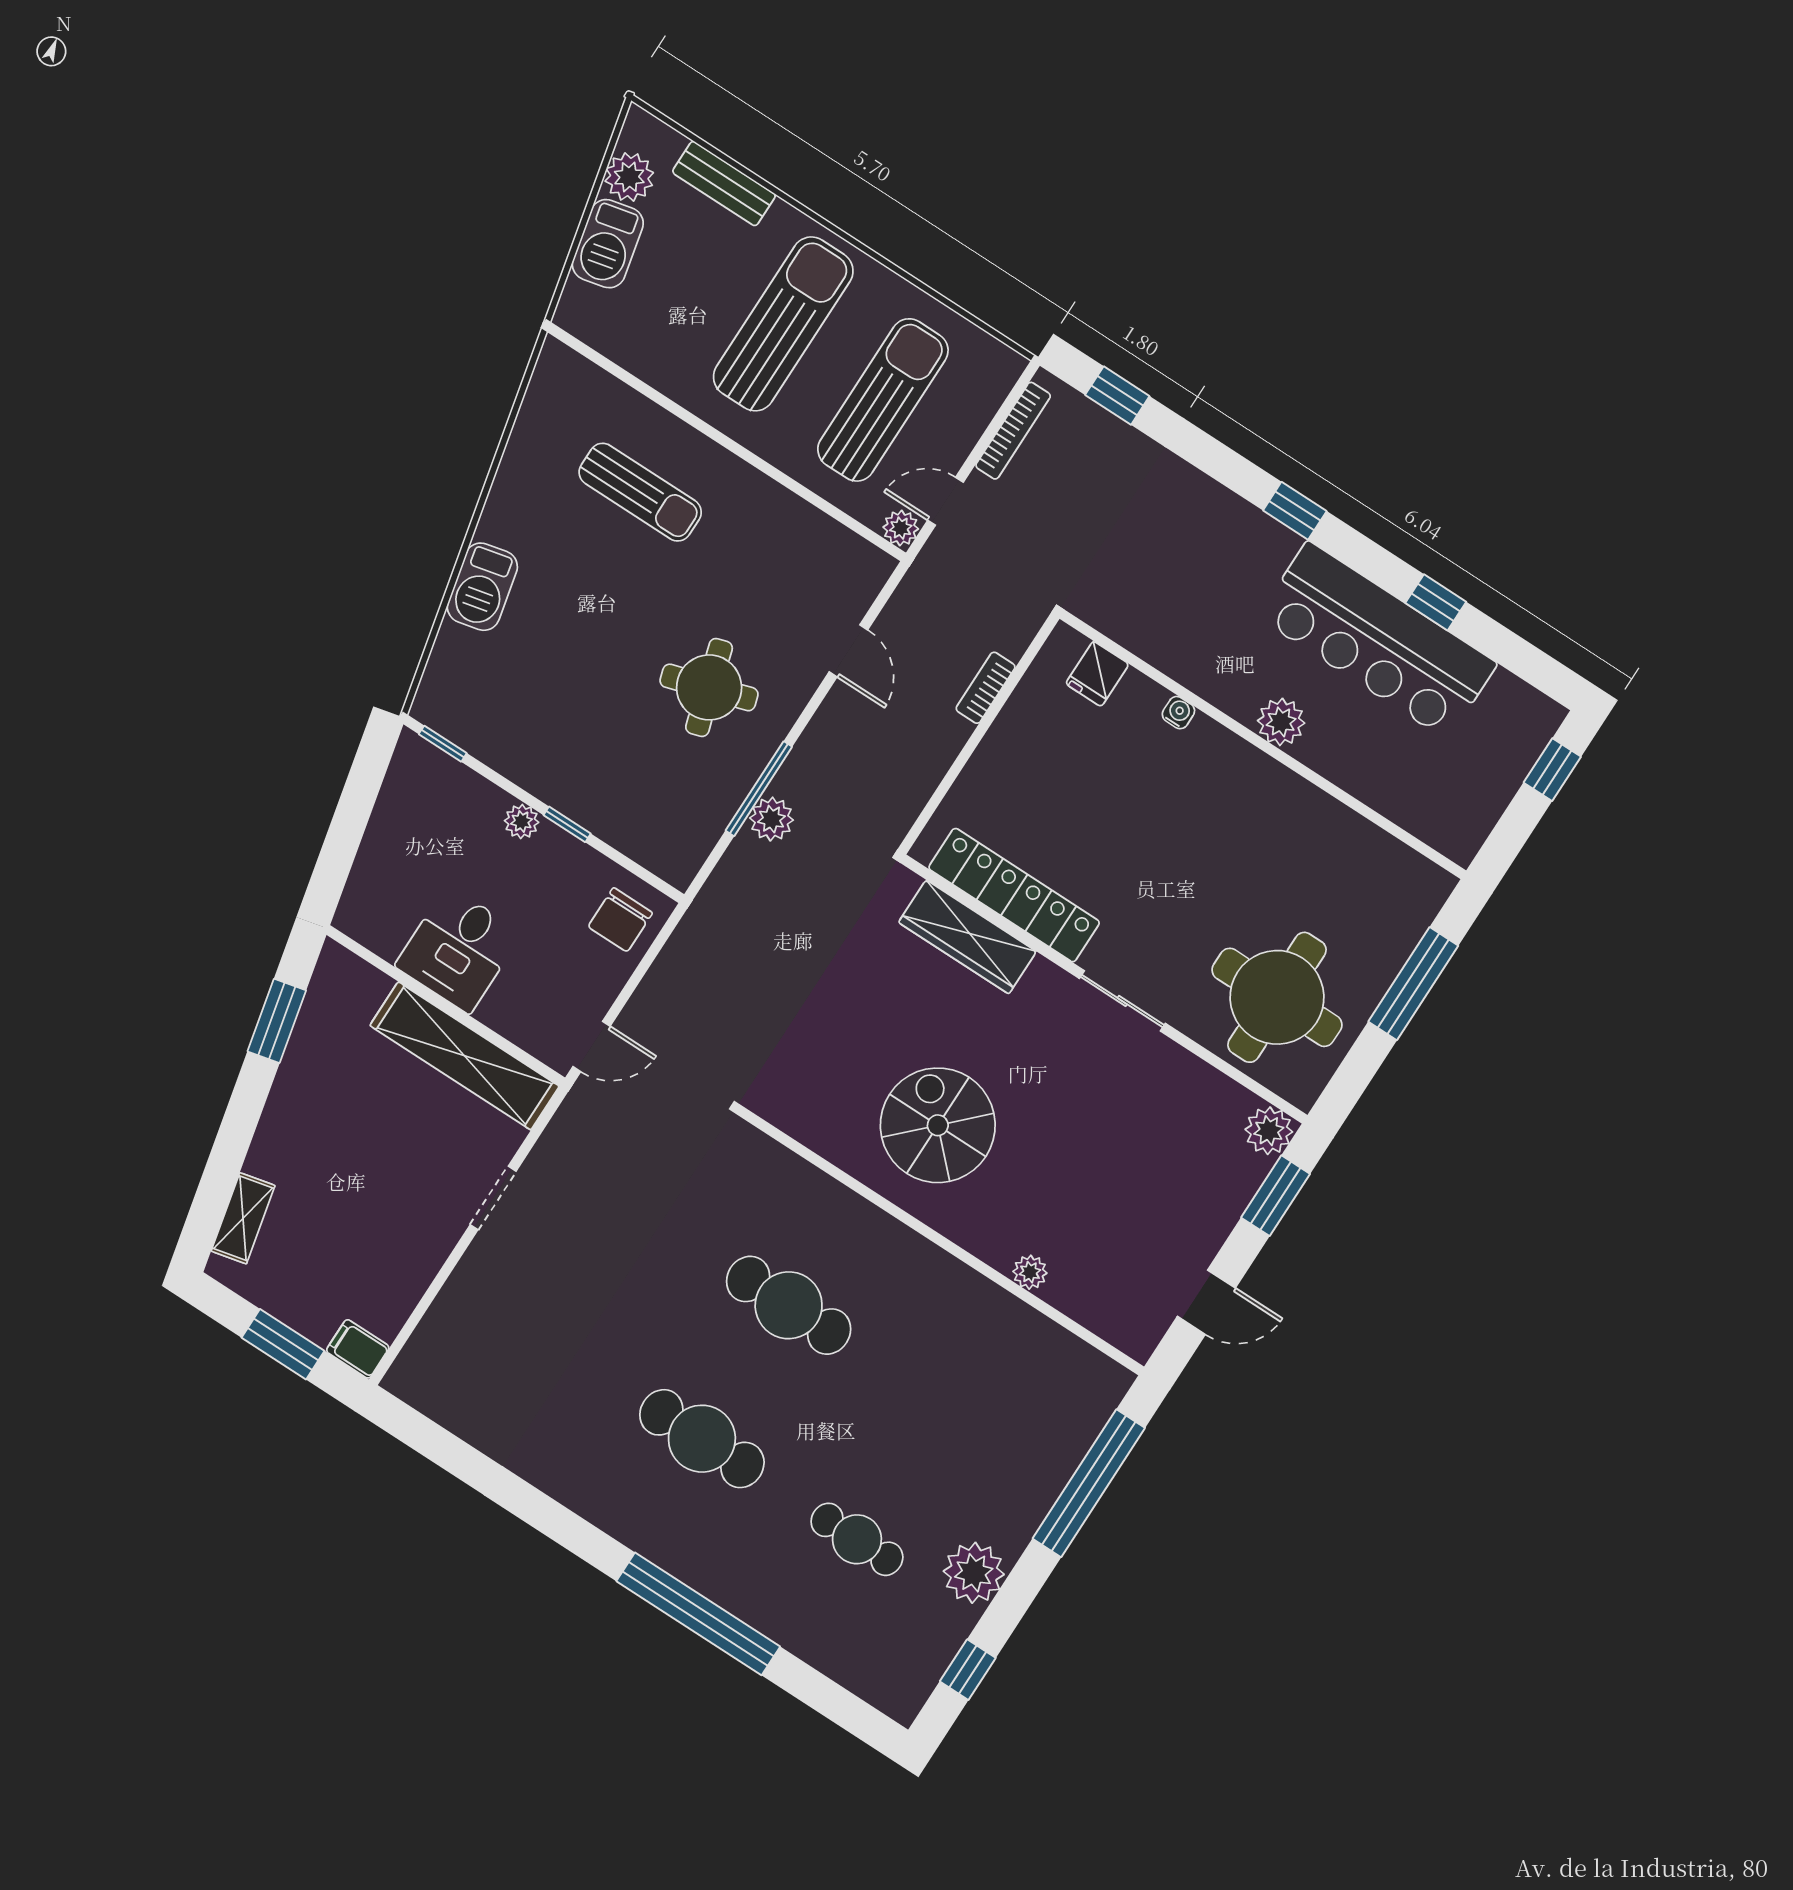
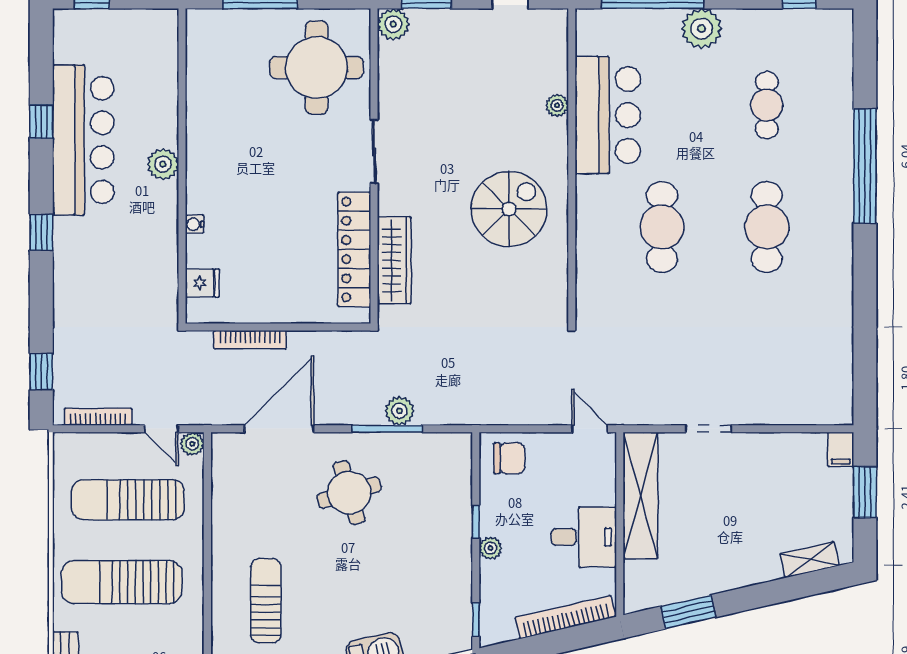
door: (848, 651) -> (279, 429), width x1.87
bookcase: (986, 688) -> (250, 340), width x1.56
bookcase: (372, 860) -> (565, 617), added
spiral stairs: (938, 1125) -> (509, 209), turned 180
bar counter: (976, 1329) -> (608, 115), added
plant: (974, 1573) -> (702, 29), moved

